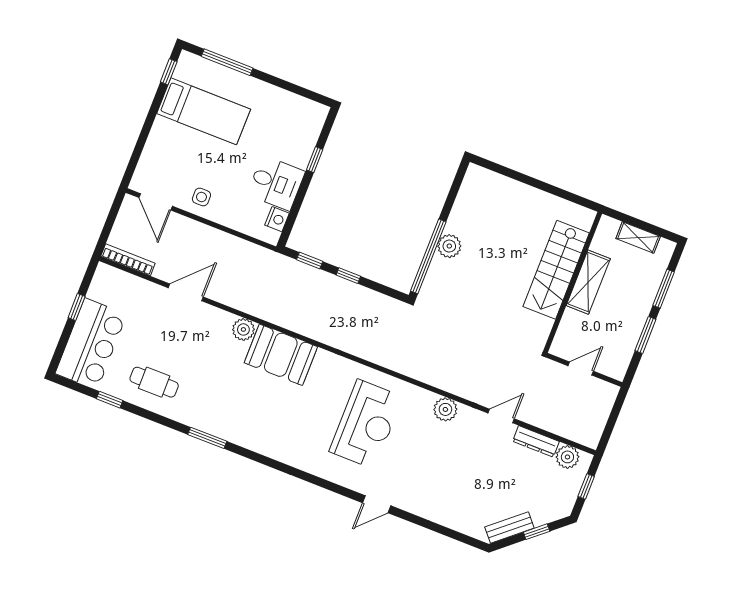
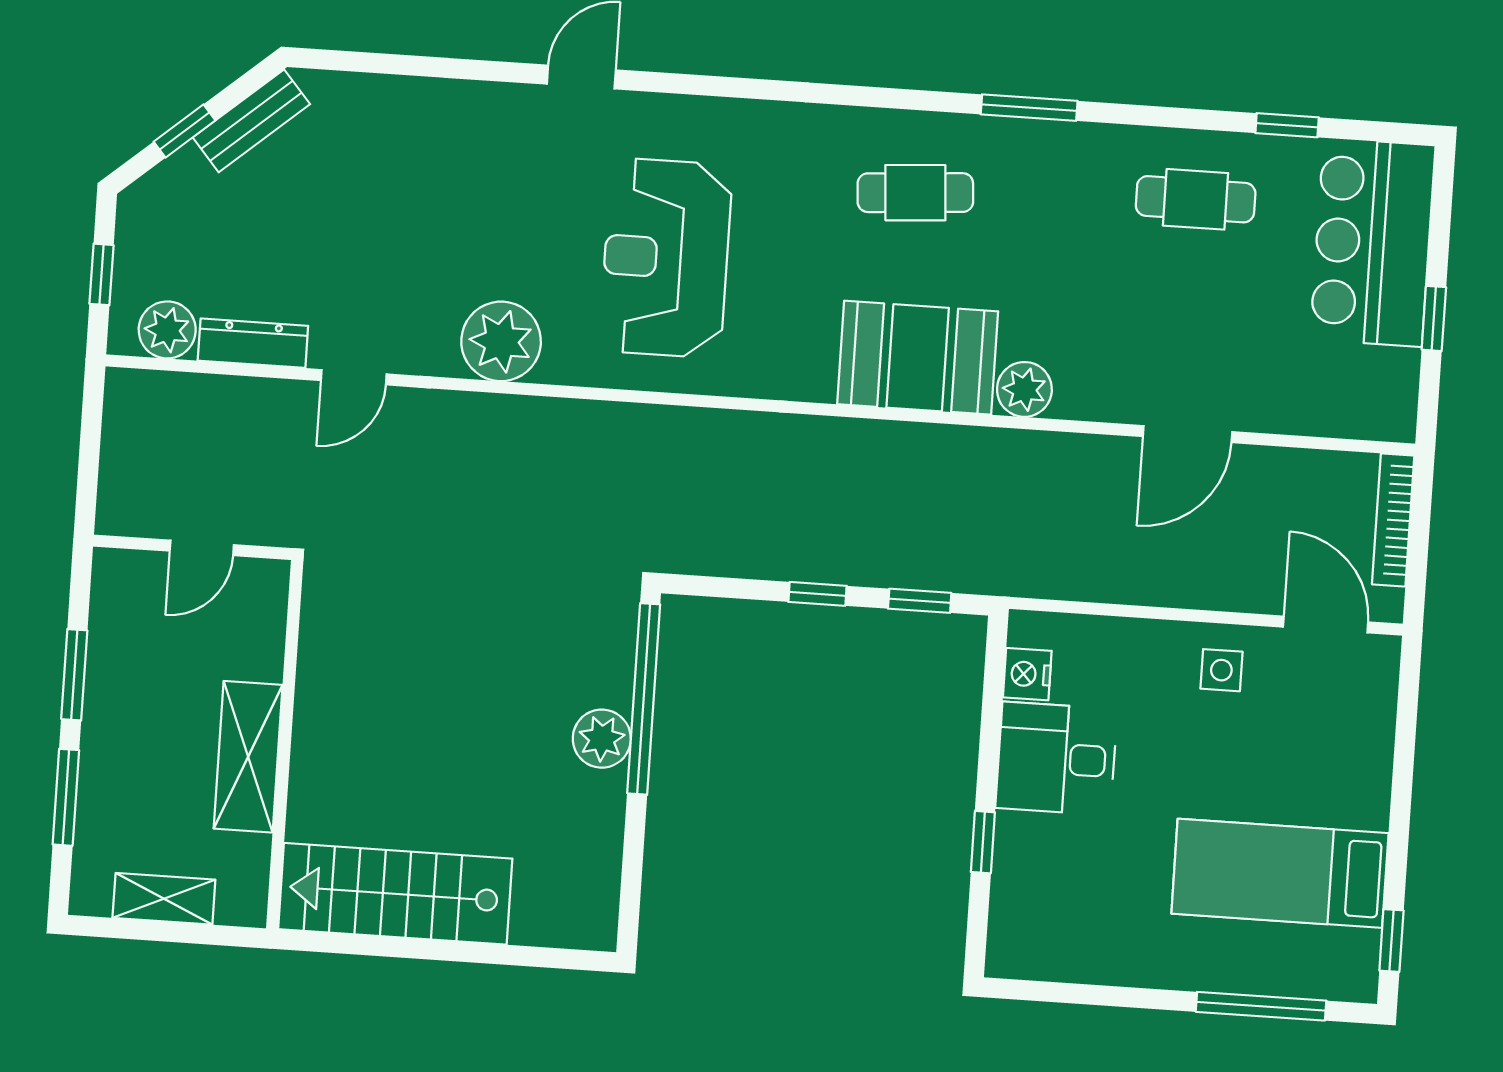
bookcase: (128, 260) -> (1393, 520), moved, turned 90
stairs: (556, 270) -> (395, 894), moved, turned -90
plant: (445, 409) -> (501, 341), width x1.36, depth x1.36
cafe table: (262, 419) -> (915, 193), added

